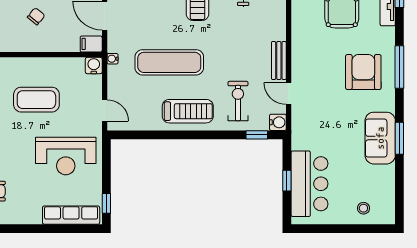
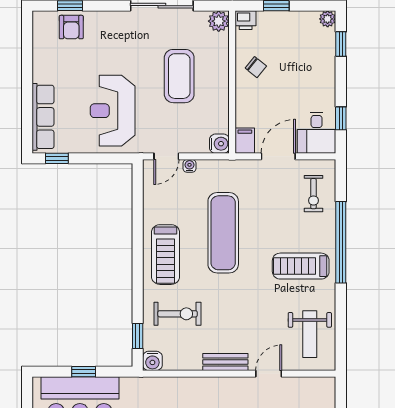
chair: (36, 16) -> (256, 67), moved
water cooler: (113, 59) -> (190, 166), moved
door: (289, 94) -> (269, 374), moved

